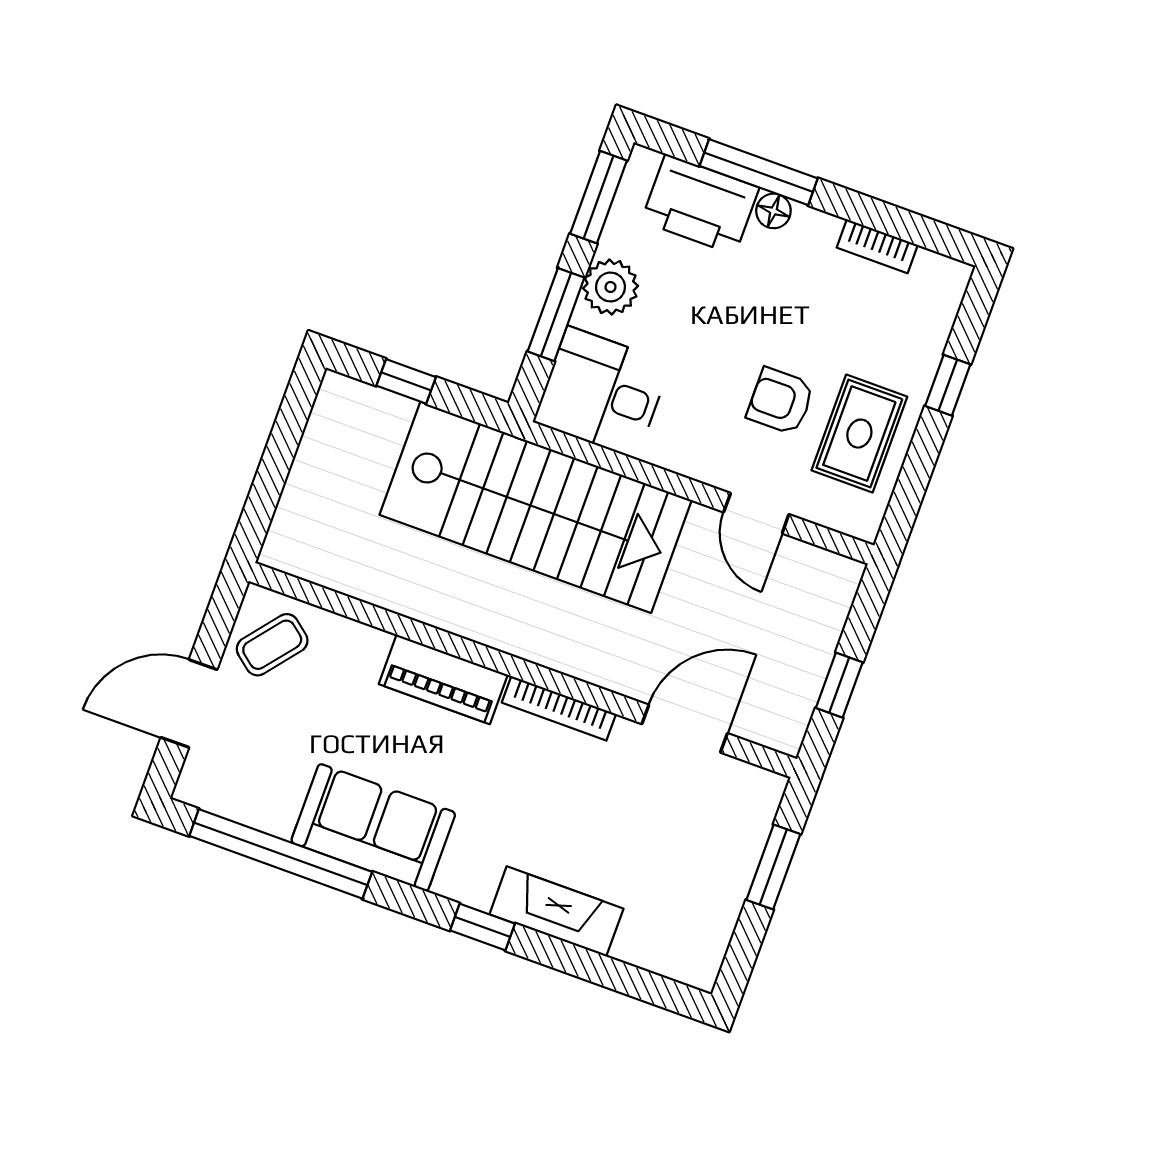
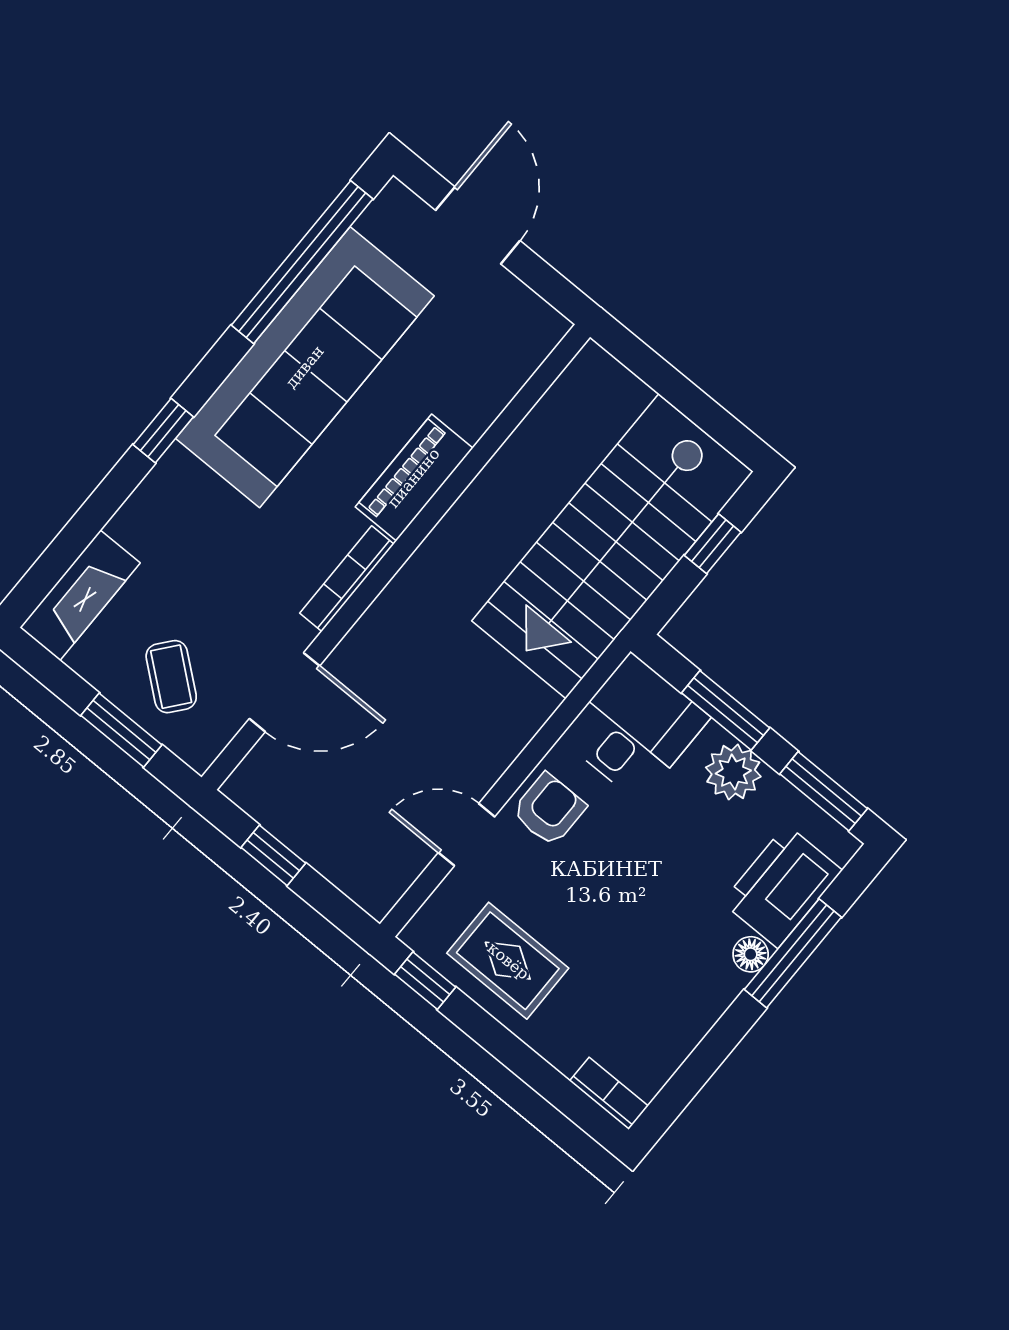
bookcase: (877, 246) -> (609, 1093), moved, turned 90
window: (948, 385) -> (425, 981), moved
armchair: (780, 401) -> (549, 810), moved
stairs: (536, 507) -> (612, 546), moved
coffee table: (272, 645) -> (171, 677), moved
door: (685, 729) -> (284, 692), hinge flipped
sofa: (373, 827) -> (305, 367), width x1.85, depth x1.27
fireplace: (556, 911) -> (80, 595), moved

